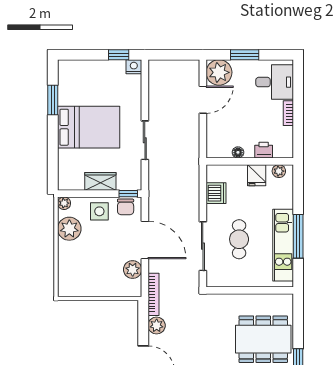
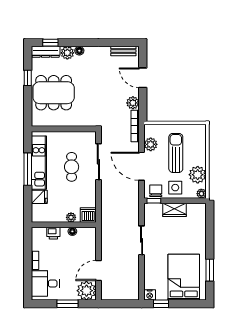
bed: (89, 127) -> (184, 277), moved, turned 90
plant: (279, 171) -> (71, 217), moved
fridge: (257, 175) -> (39, 197), moved, turned 90
dishwasher: (216, 193) -> (88, 215), moved, turned 90
sun lounger: (99, 258) -> (176, 153), added

